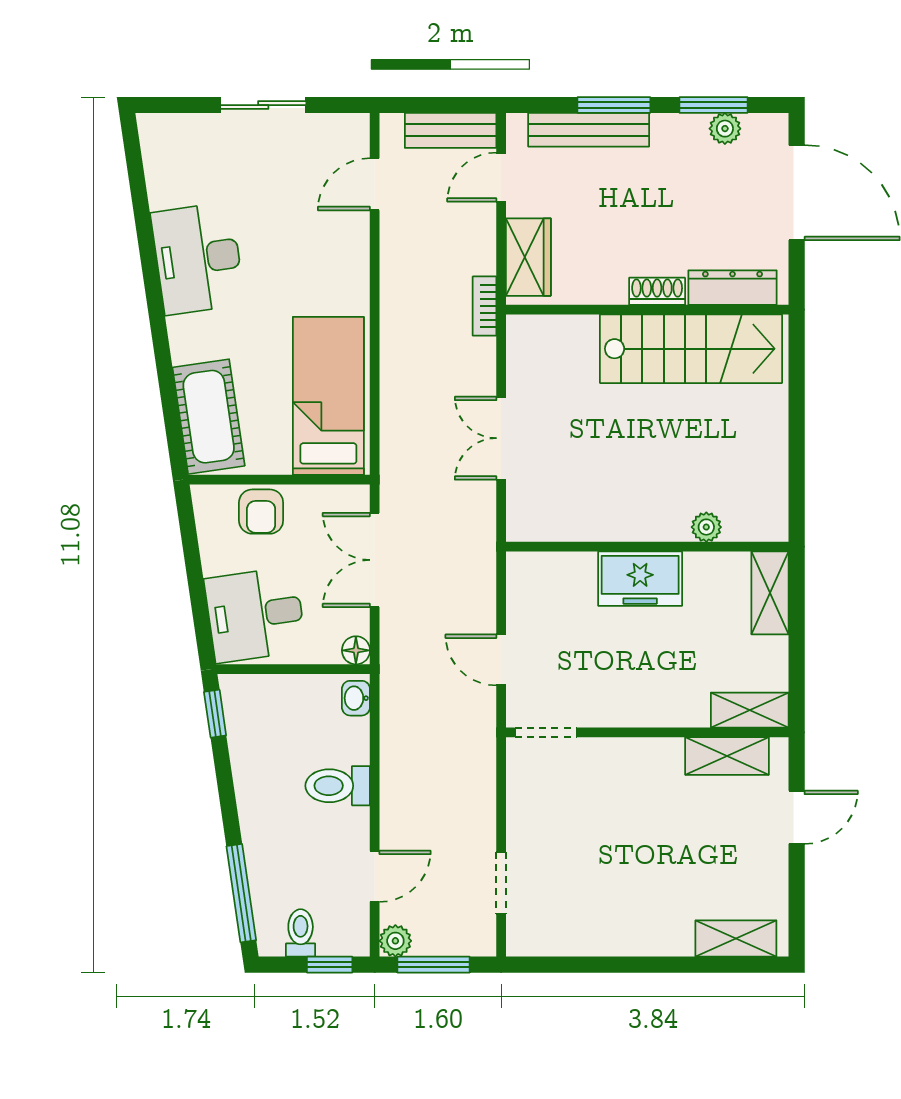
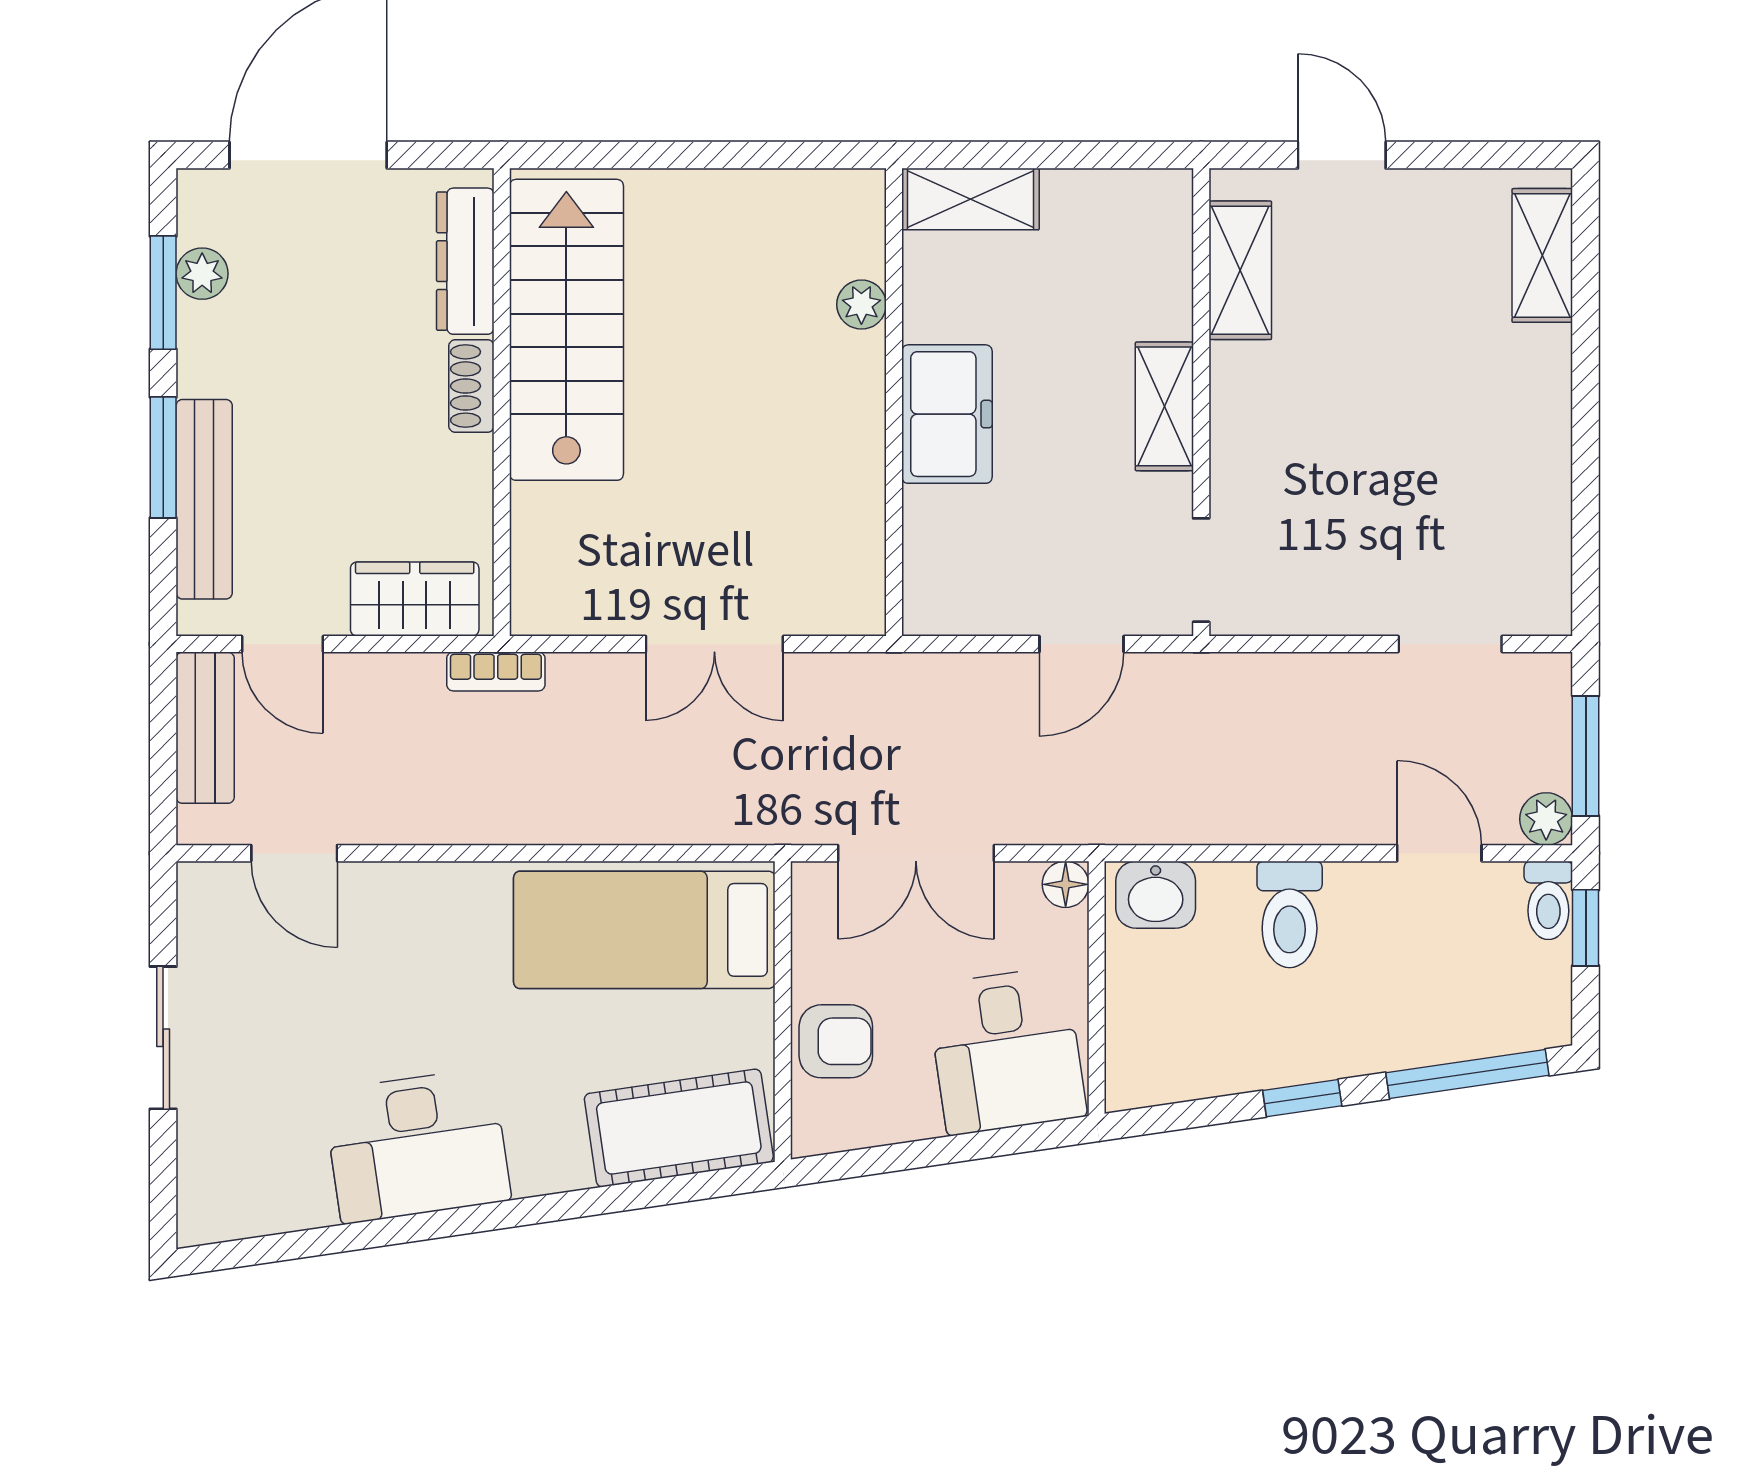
washbasin: (356, 698) -> (1156, 895), width x1.38, depth x1.45
shelving: (750, 710) -> (1164, 406), moved
window: (215, 714) -> (1302, 1098), moved
toilet: (301, 933) -> (1548, 900), moved, turned -90

